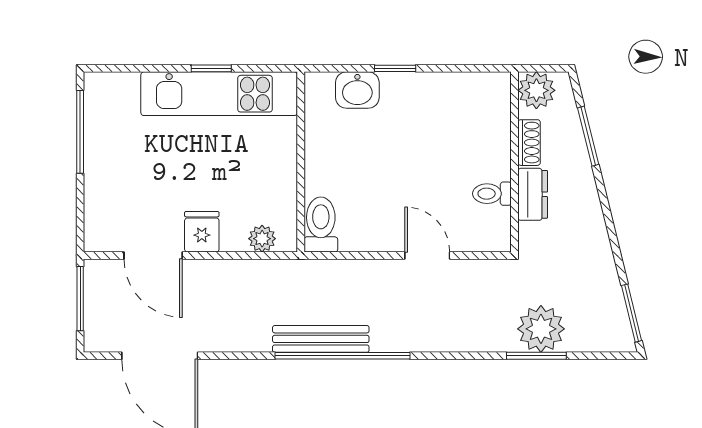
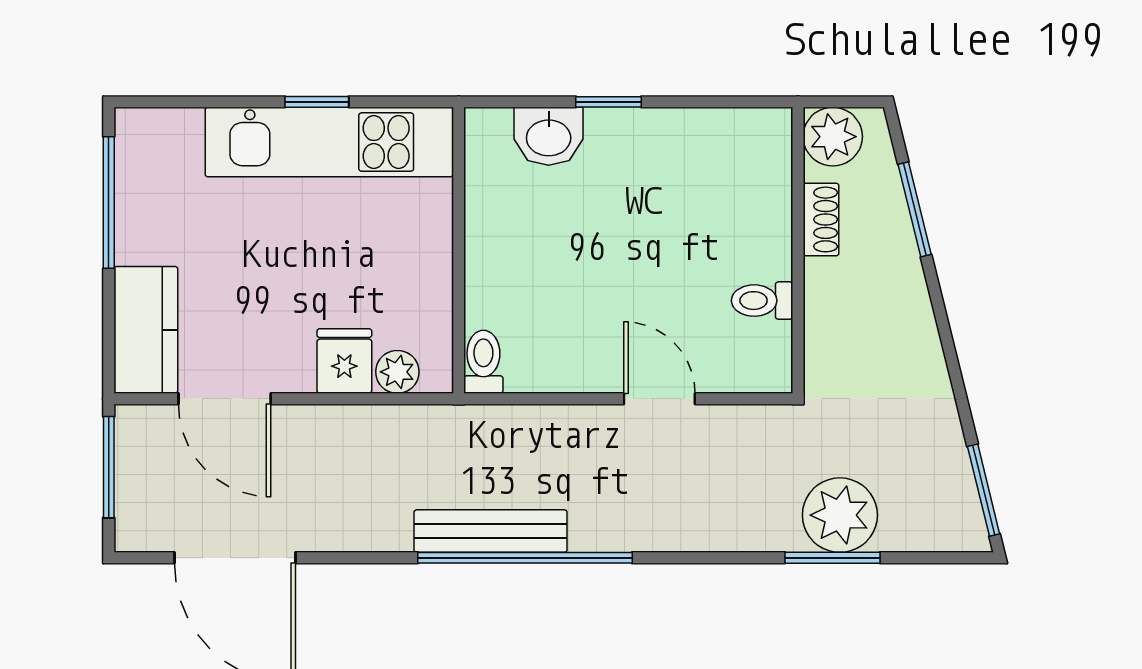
dresser: (533, 194) -> (827, 302), removed
kitchen counter: (103, 212) -> (146, 330), added
toilet: (321, 225) -> (483, 362), width x0.73, depth x0.72
fridge: (202, 232) -> (344, 361), moved

